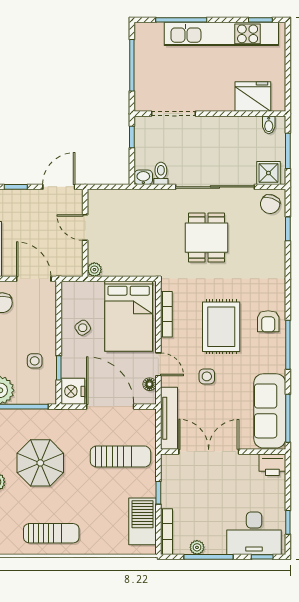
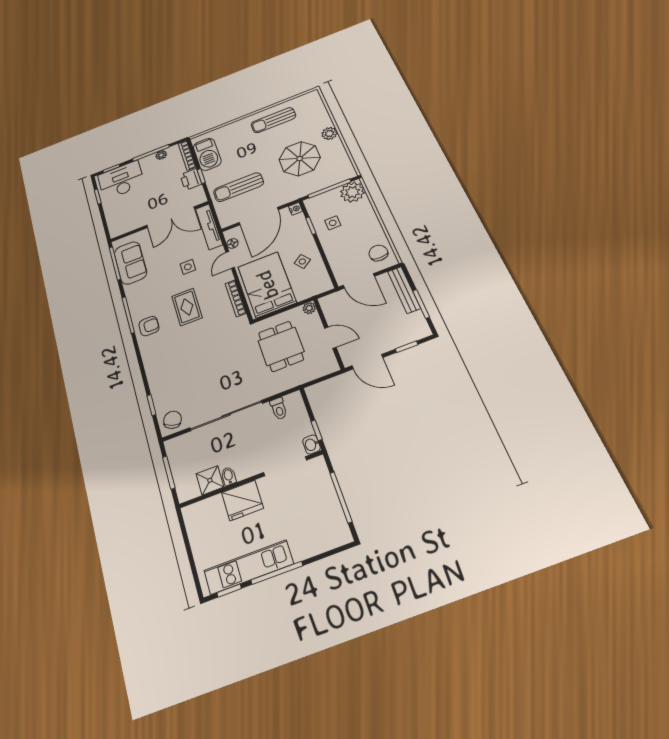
window: (181, 20) -> (277, 573), moved
kitchen unit: (221, 34) -> (249, 567), width x0.73
fridge: (253, 97) -> (242, 500), moved
bidet: (269, 125) -> (229, 476), moved
shower: (268, 173) -> (210, 480), moved
washbasin: (143, 177) -> (311, 444), moved, turned 90
door: (59, 187) -> (367, 362), hinge flipped
dining table: (206, 238) -> (281, 346), moved
armchair: (268, 321) -> (149, 326), turned 90
rug: (221, 327) -> (187, 307), width x0.73, depth x0.70
door: (158, 364) -> (230, 260), hinge flipped
nightstand: (73, 391) -> (295, 209), width x0.53, depth x0.56
door: (110, 407) -> (259, 216), hinge flipped
sofa: (270, 411) -> (131, 263), width x0.73
printer: (272, 465) -> (191, 179), moved, turned -90

